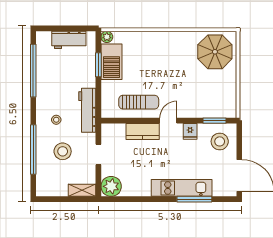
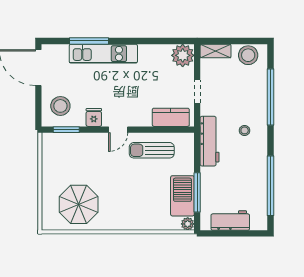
parasol: (215, 52) -> (79, 204), moved
window: (98, 65) -> (197, 192), width x1.44
kitchen counter: (143, 131) -> (171, 117), moved
stool: (63, 151) -> (248, 55), moved

